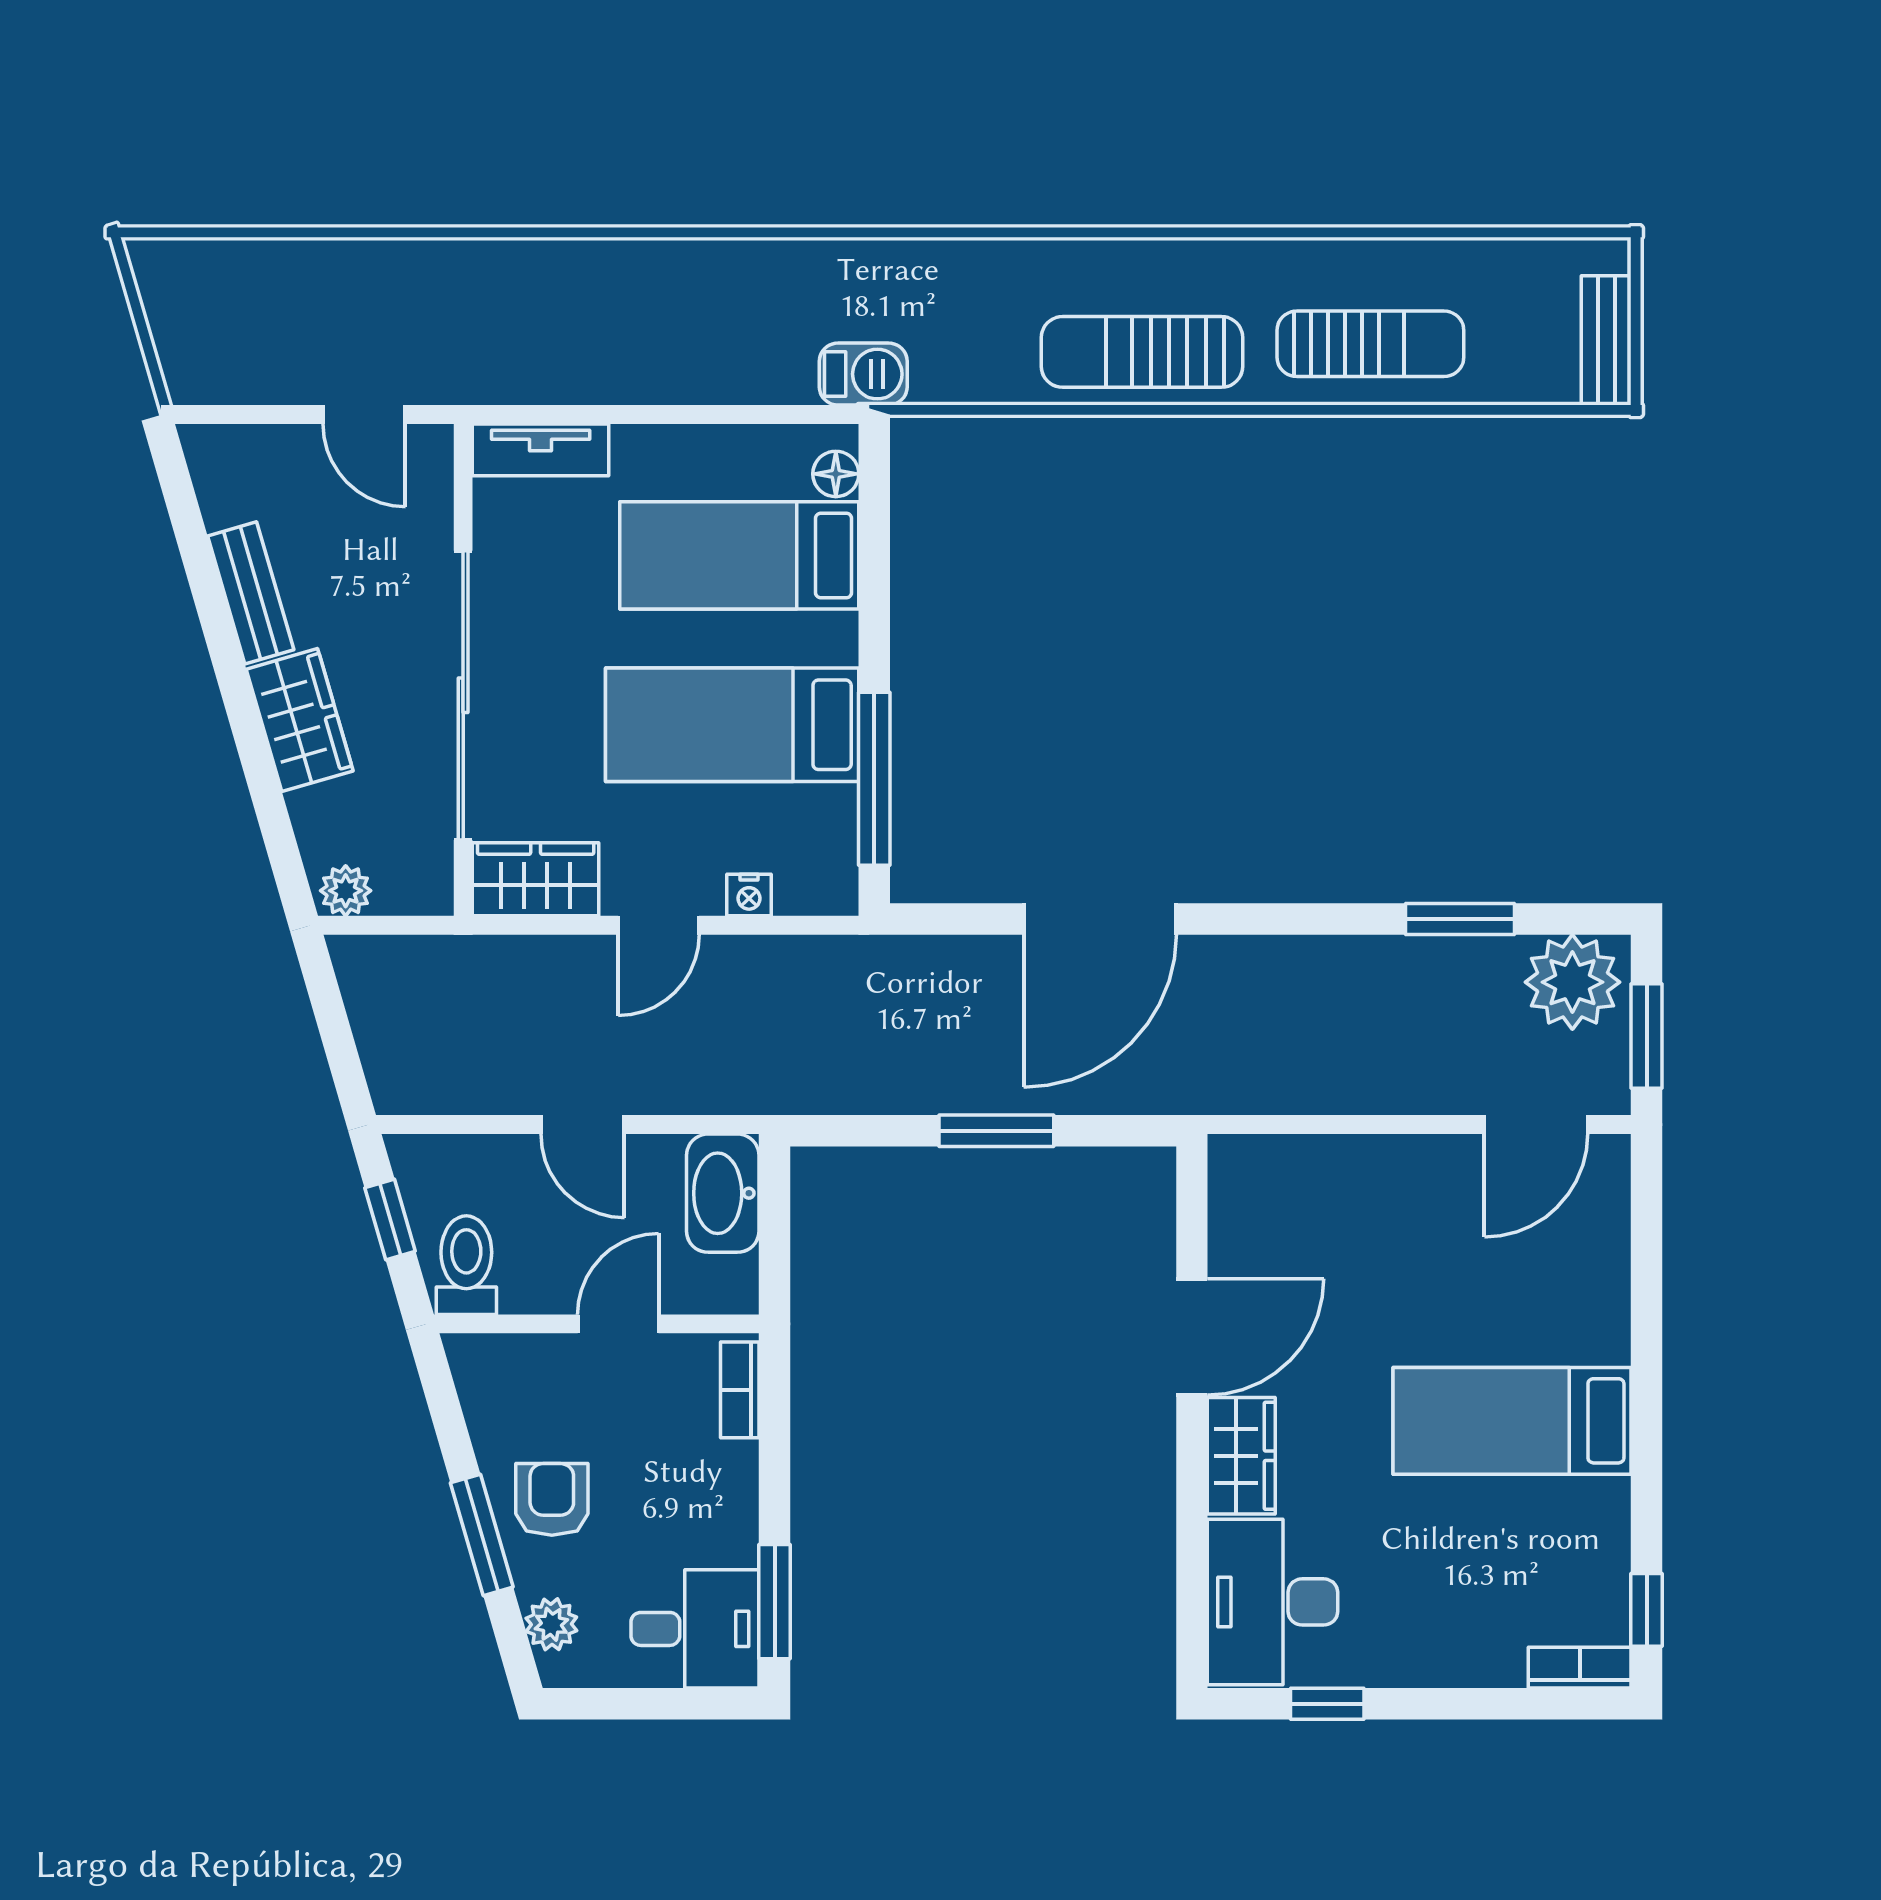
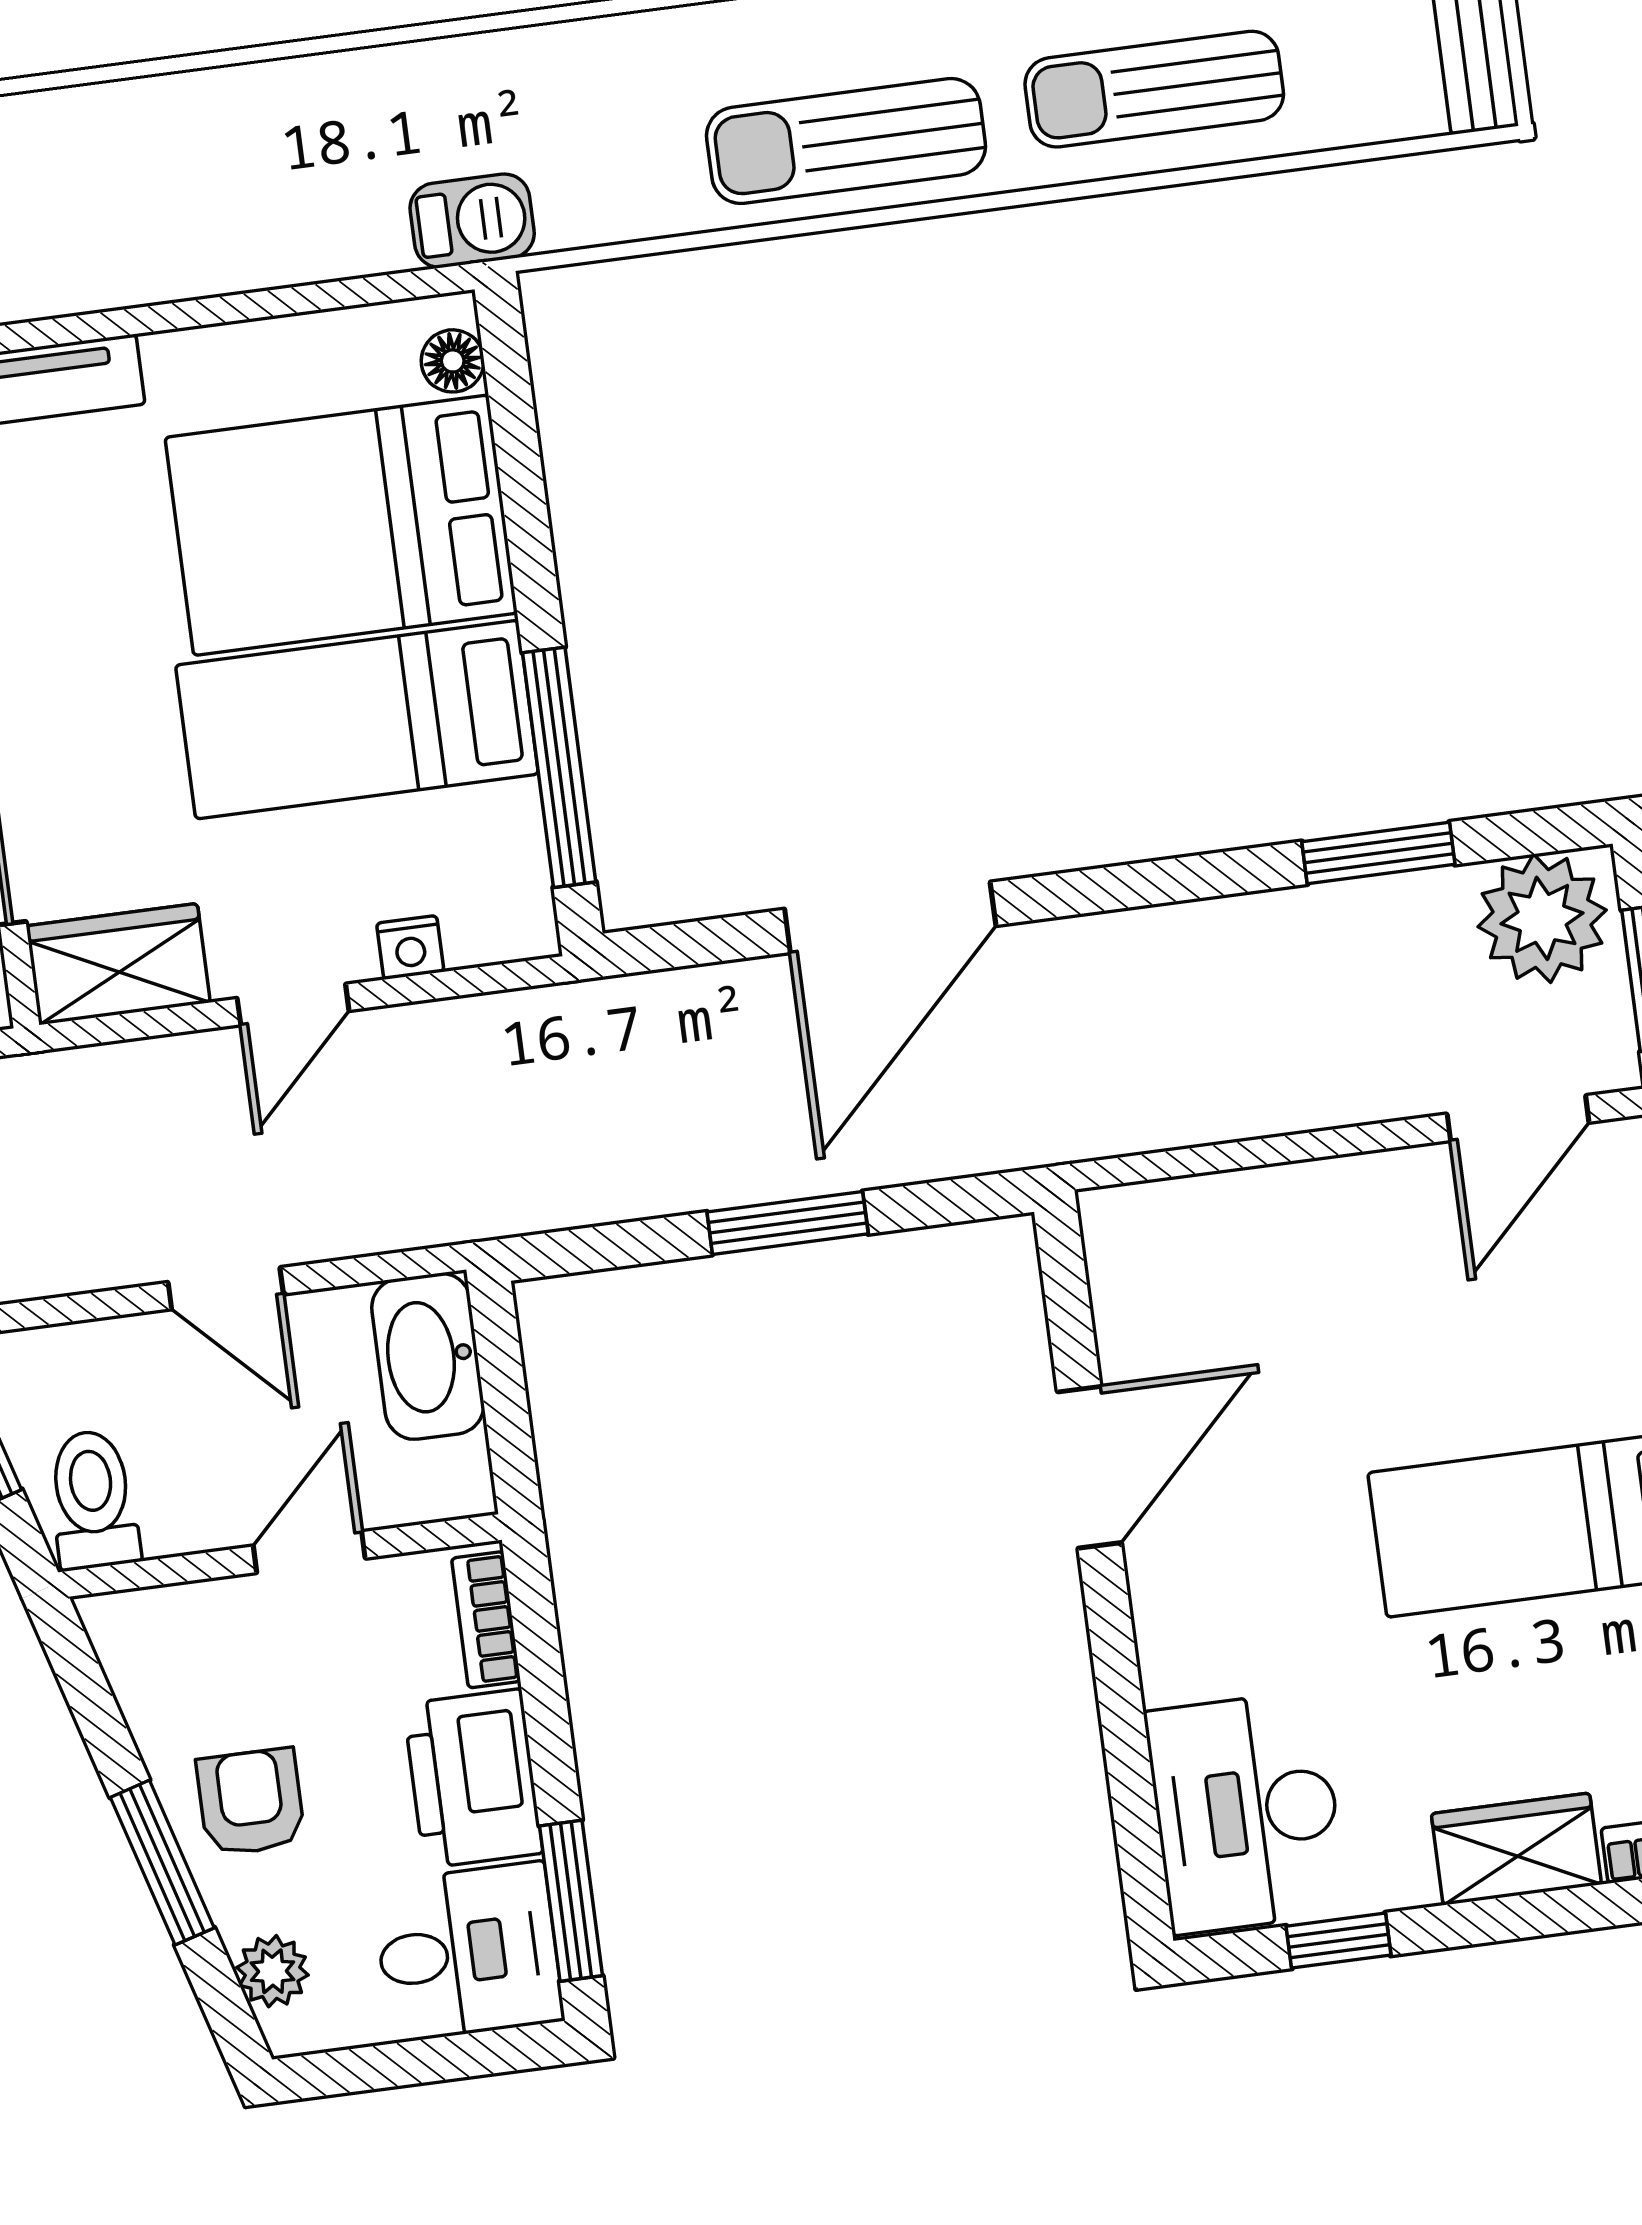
sun lounger: (1370, 344) -> (1154, 89), turned 180
bed: (739, 555) -> (341, 525), width x1.50
wardrobe: (1241, 1456) -> (1516, 1849), moved, turned -90
printer: (715, 1504) -> (473, 1779), added

